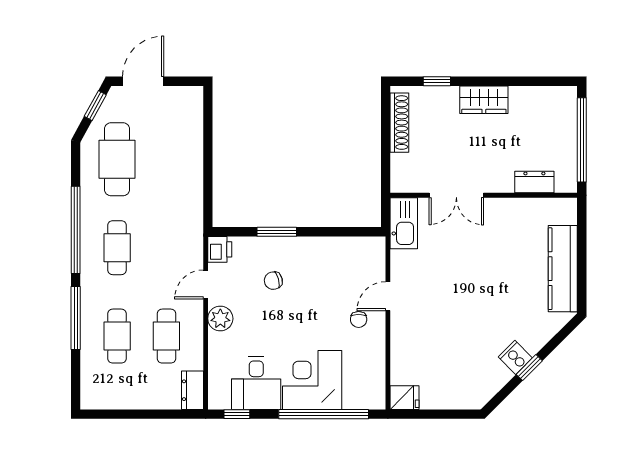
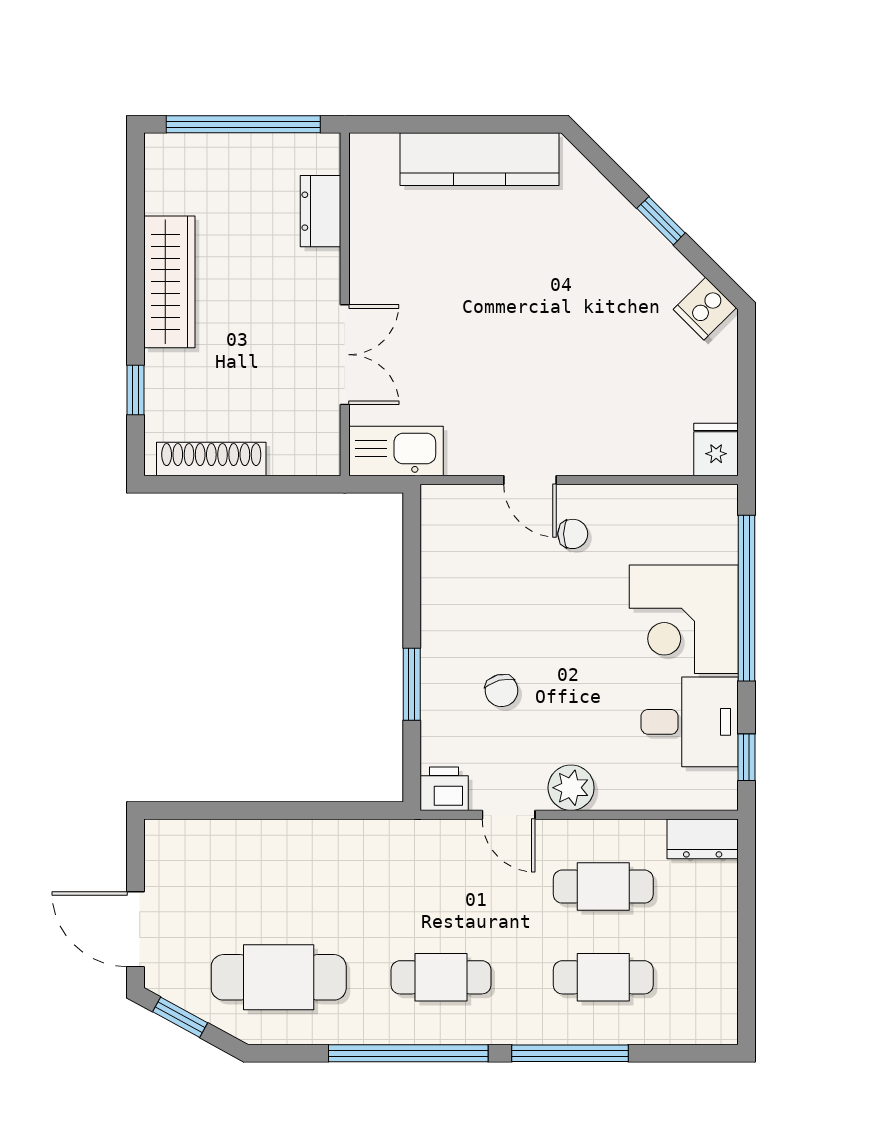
wardrobe: (484, 100) -> (169, 282), width x1.50
cooker: (515, 357) -> (705, 309), moved

